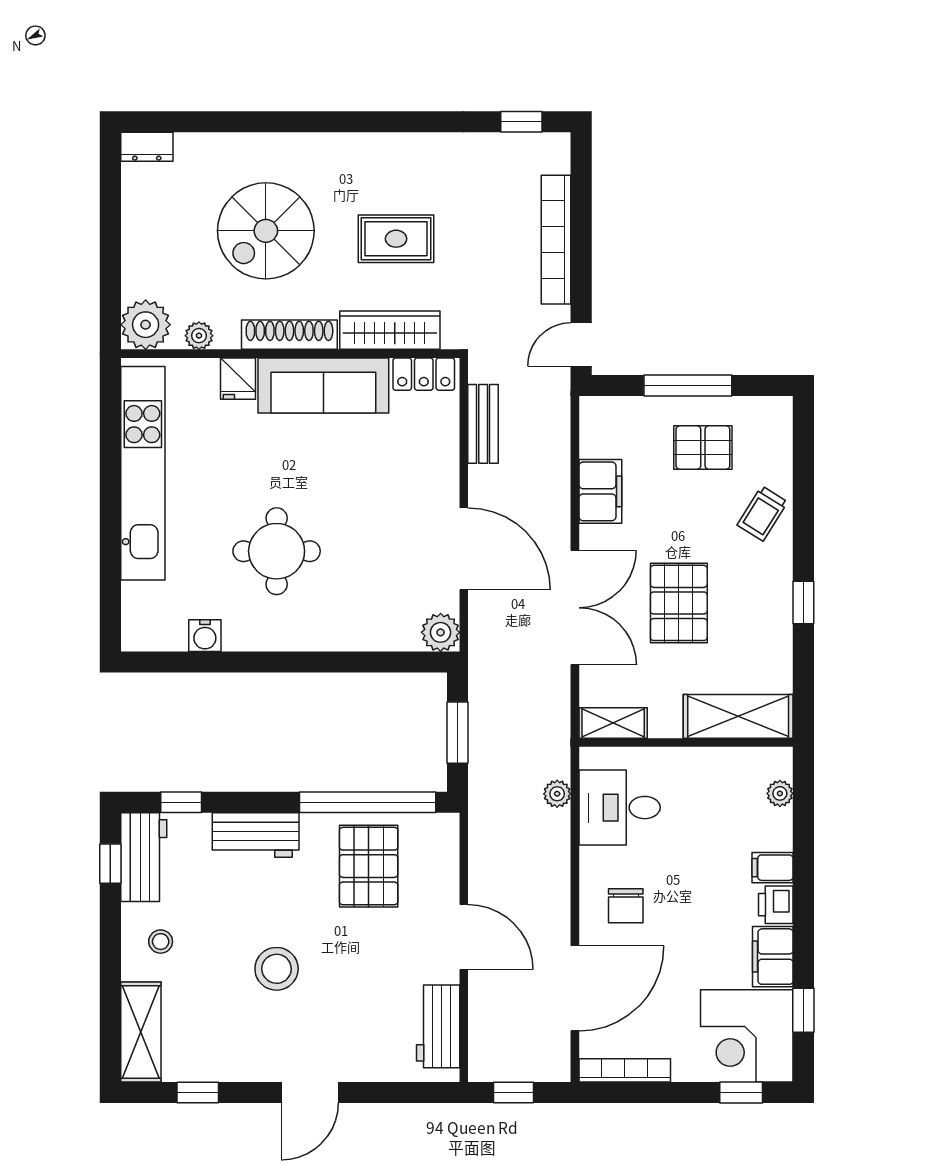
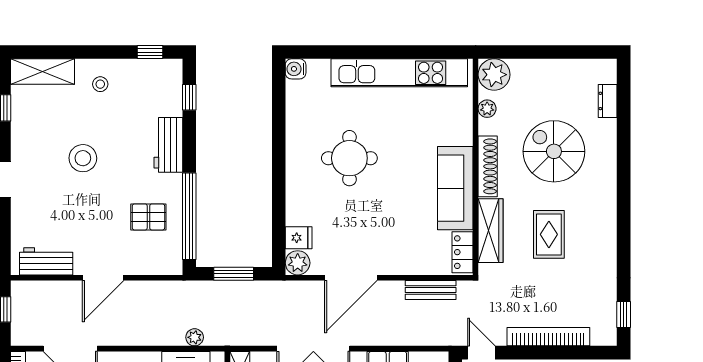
dresser: (147, 147) -> (608, 101), moved
fridge: (238, 379) -> (299, 238), moved, turned 180
water cooler: (205, 636) -> (296, 69), moved
workbench: (144, 857) -> (154, 73), removed
pallet: (369, 866) -> (148, 217), width x0.67, depth x0.71

